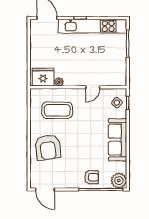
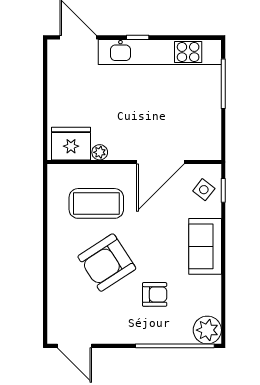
door: (93, 87) -> (160, 162), width x1.88
sofa: (118, 140) -> (205, 246), width x0.73
armchair: (48, 147) -> (107, 263), moved, turned 65
armchair: (91, 177) -> (155, 294), moved

